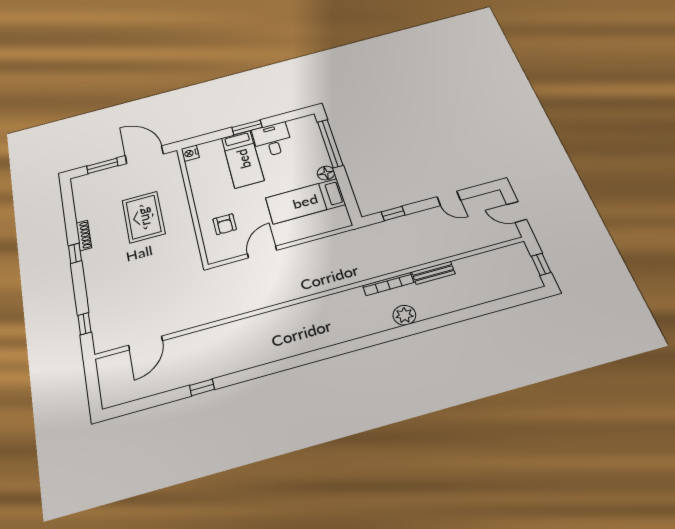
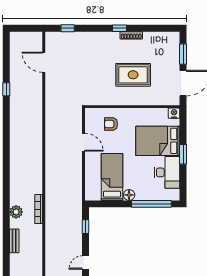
desk: (272, 140) -> (167, 172), width x1.37
bed: (243, 159) -> (158, 141), width x1.50
bench: (433, 273) -> (14, 241), moved

